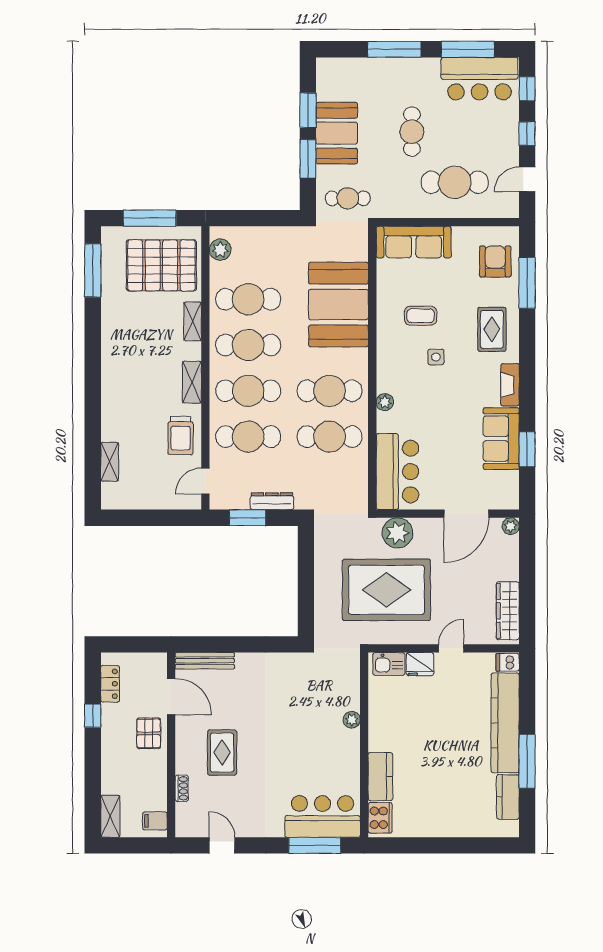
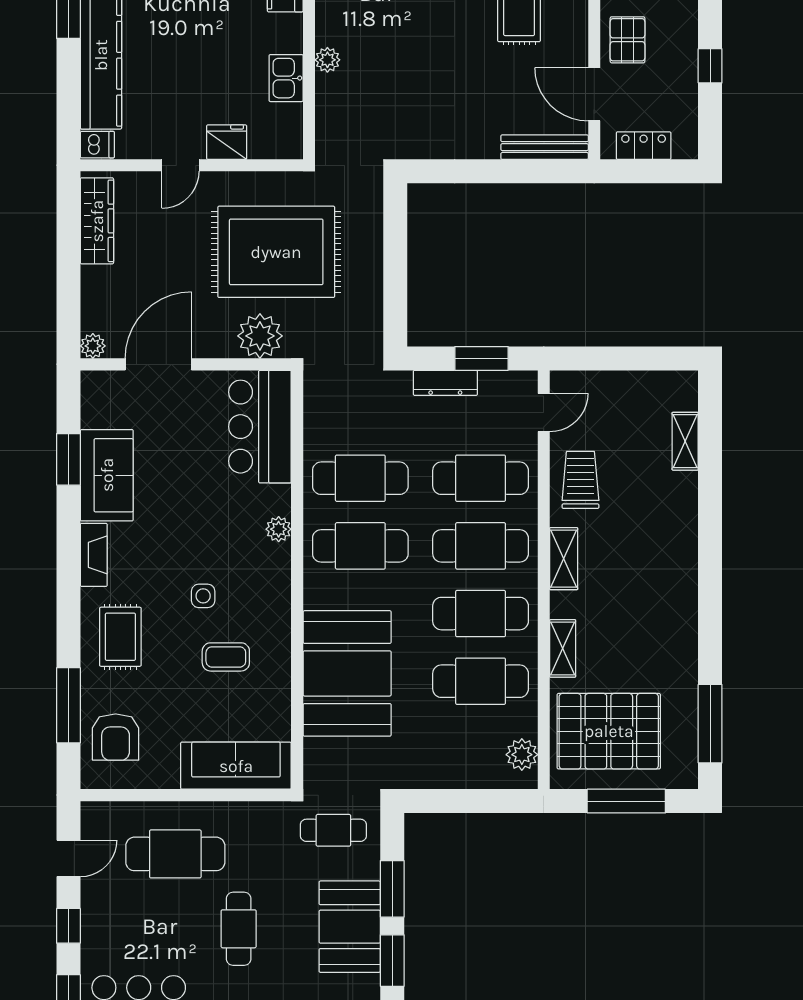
kitchen sink: (389, 664) -> (286, 78), moved, turned -90
locker: (110, 684) -> (644, 146), moved, turned 90

